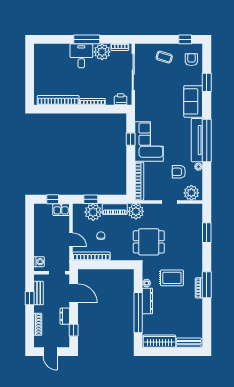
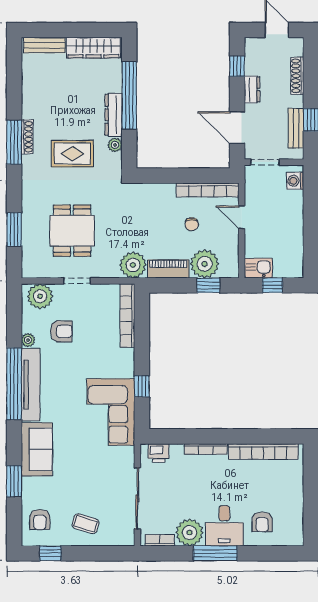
armchair: (59, 58) -> (262, 522), added
corner sofa: (149, 141) -> (111, 412), moved
dining table: (149, 242) -> (72, 231), moved, turned 90

